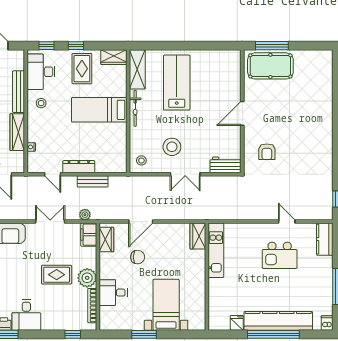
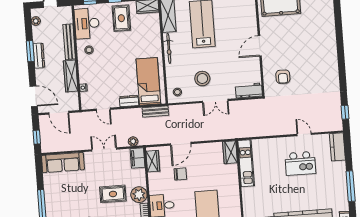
bed: (99, 110) -> (148, 81), moved, turned 90
dresser: (79, 167) -> (129, 101), width x0.70
bench: (93, 181) -> (155, 111), moved

